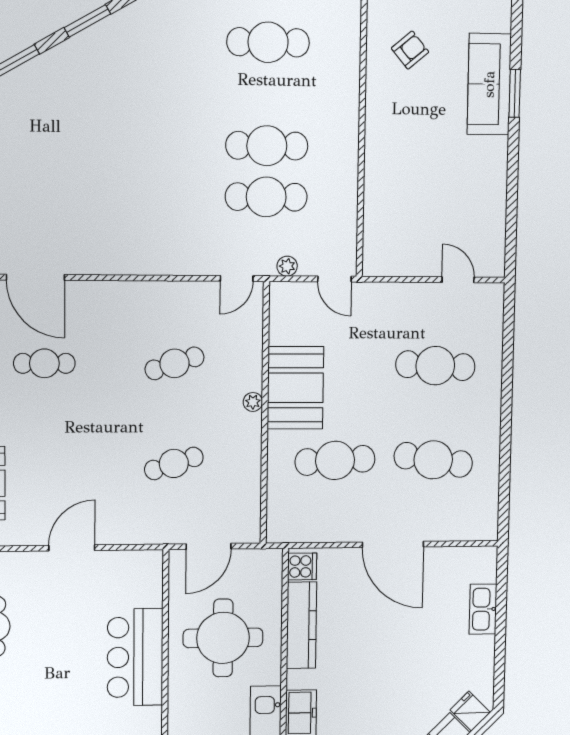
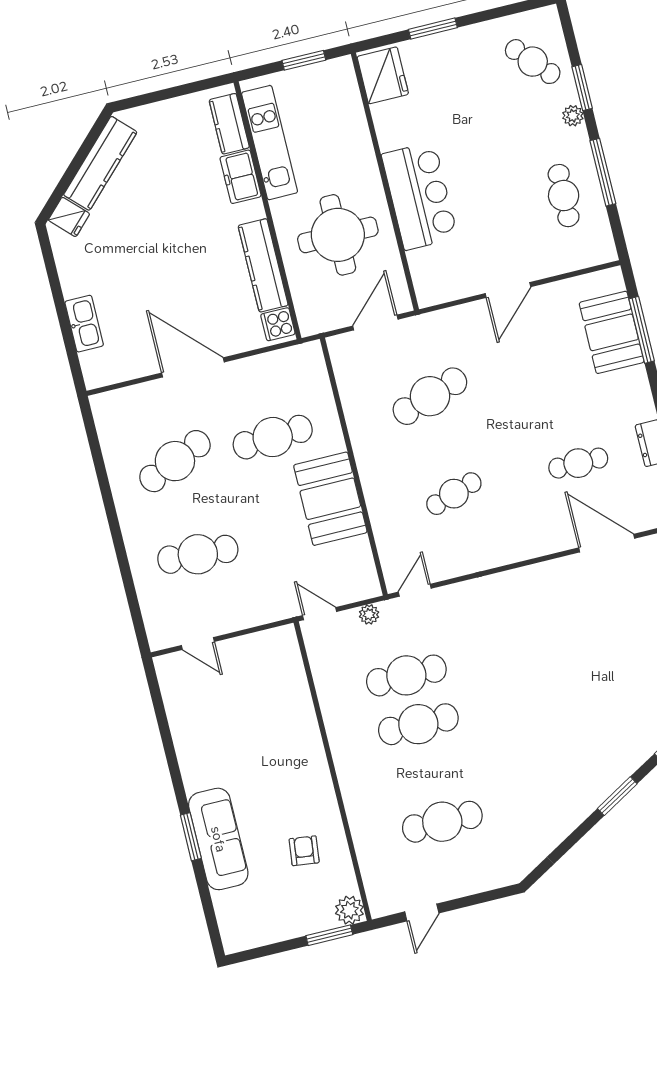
armchair: (410, 50) -> (304, 851), turned 137
plant: (253, 402) -> (368, 475), removed
cafe table: (433, 460) -> (175, 461), turned -33
cafe table: (174, 463) -> (430, 396), width x1.37, depth x1.35

